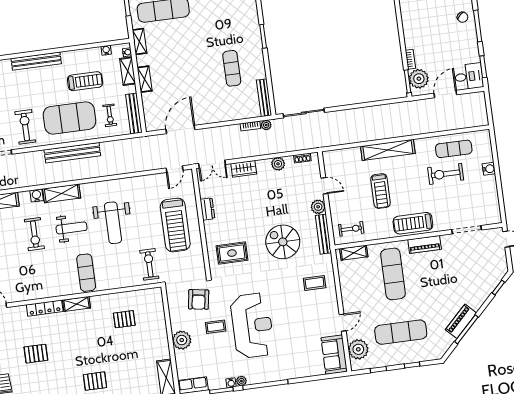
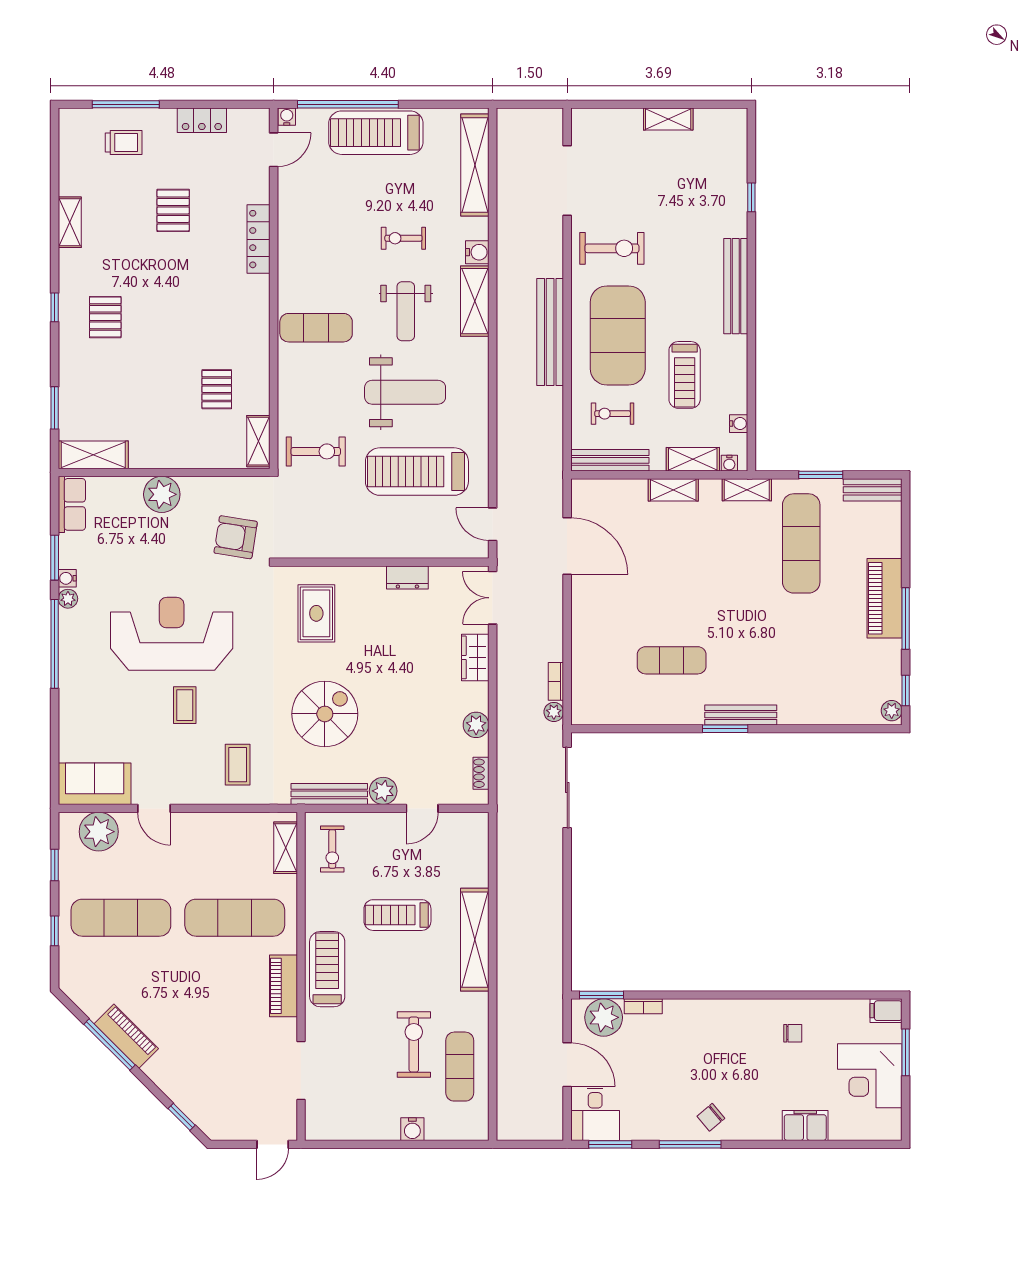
bench: (264, 98) -> (741, 715), moved
weight bench: (113, 223) -> (405, 392), turned 180
treadmill: (175, 225) -> (417, 472), moved
exercise bike: (34, 234) -> (403, 238), width x0.73, depth x0.72
shelving: (76, 304) -> (258, 441), moved
reception desk: (252, 326) -> (172, 634), turned 180
coffee table: (216, 327) -> (185, 705), moved
exercise mat: (401, 332) -> (121, 918), turned 90

